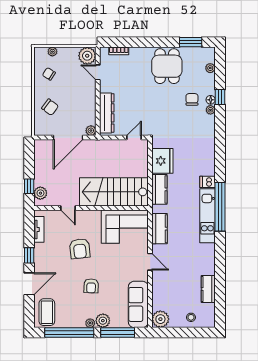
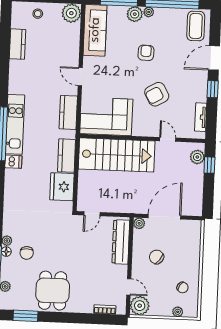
chair: (50, 107) -> (157, 257), moved
armchair: (80, 249) -> (157, 94), turned -114

